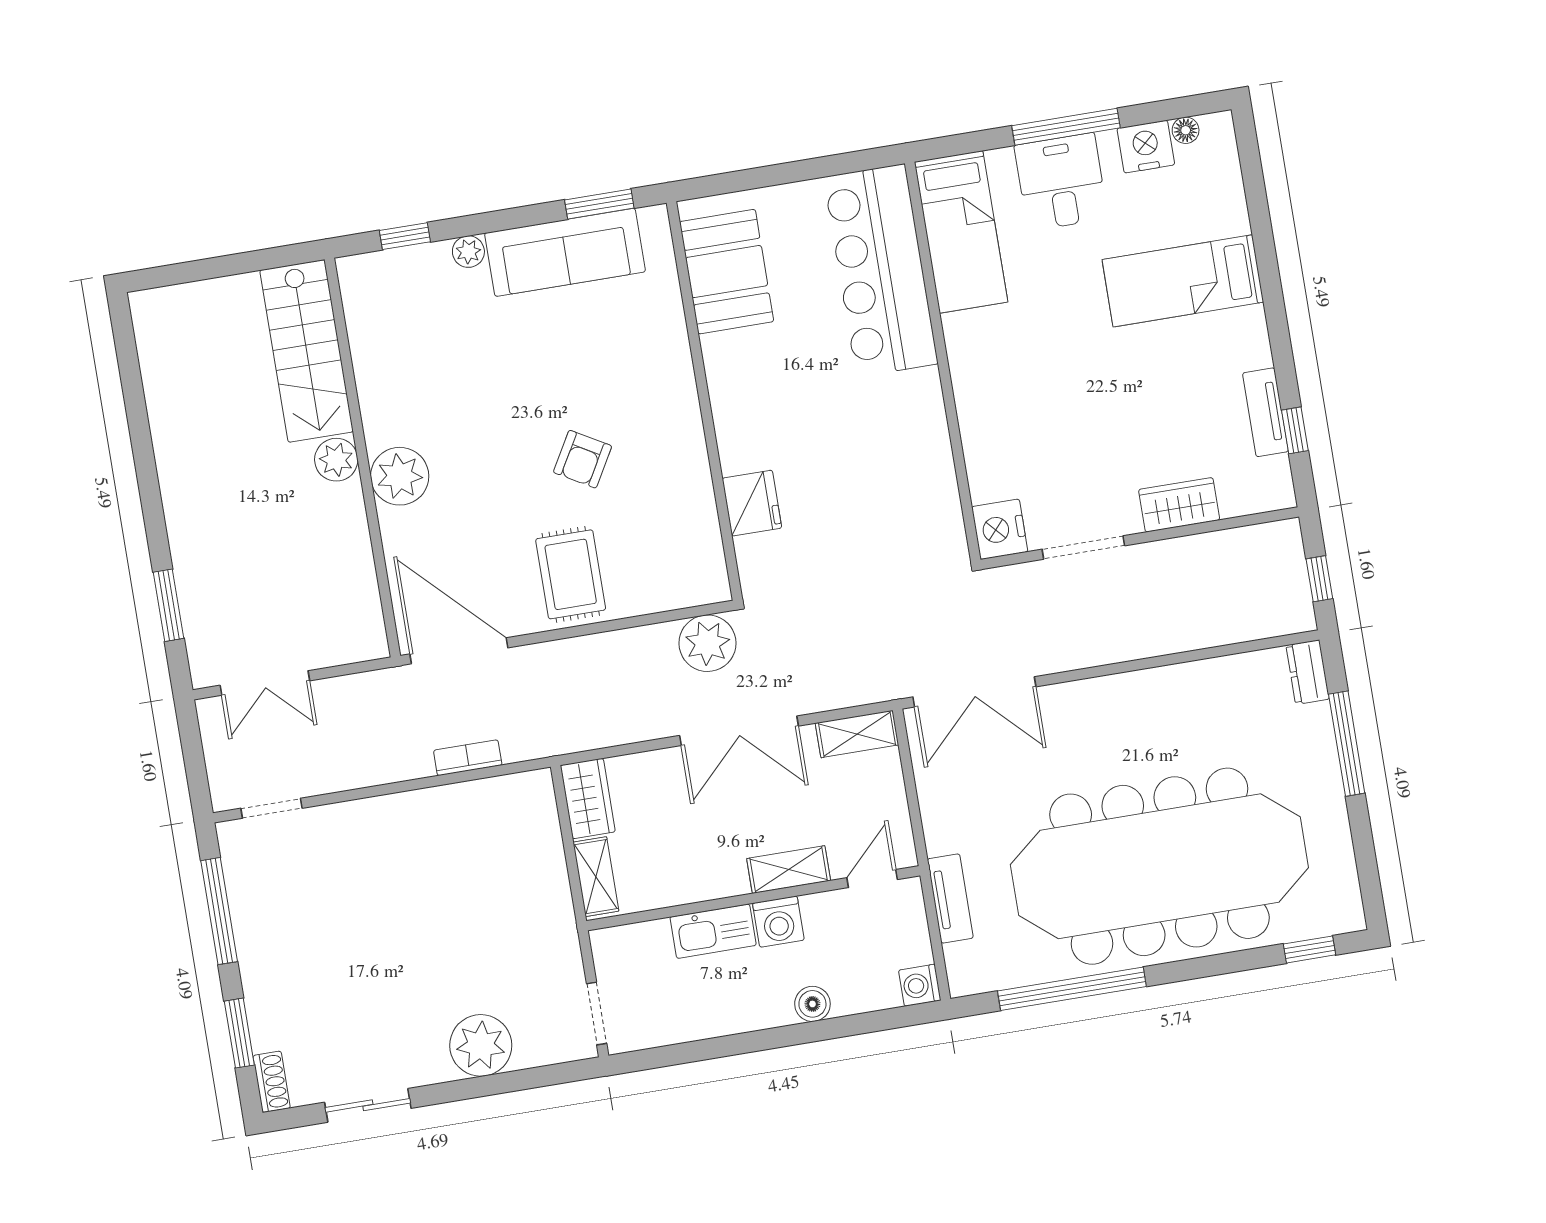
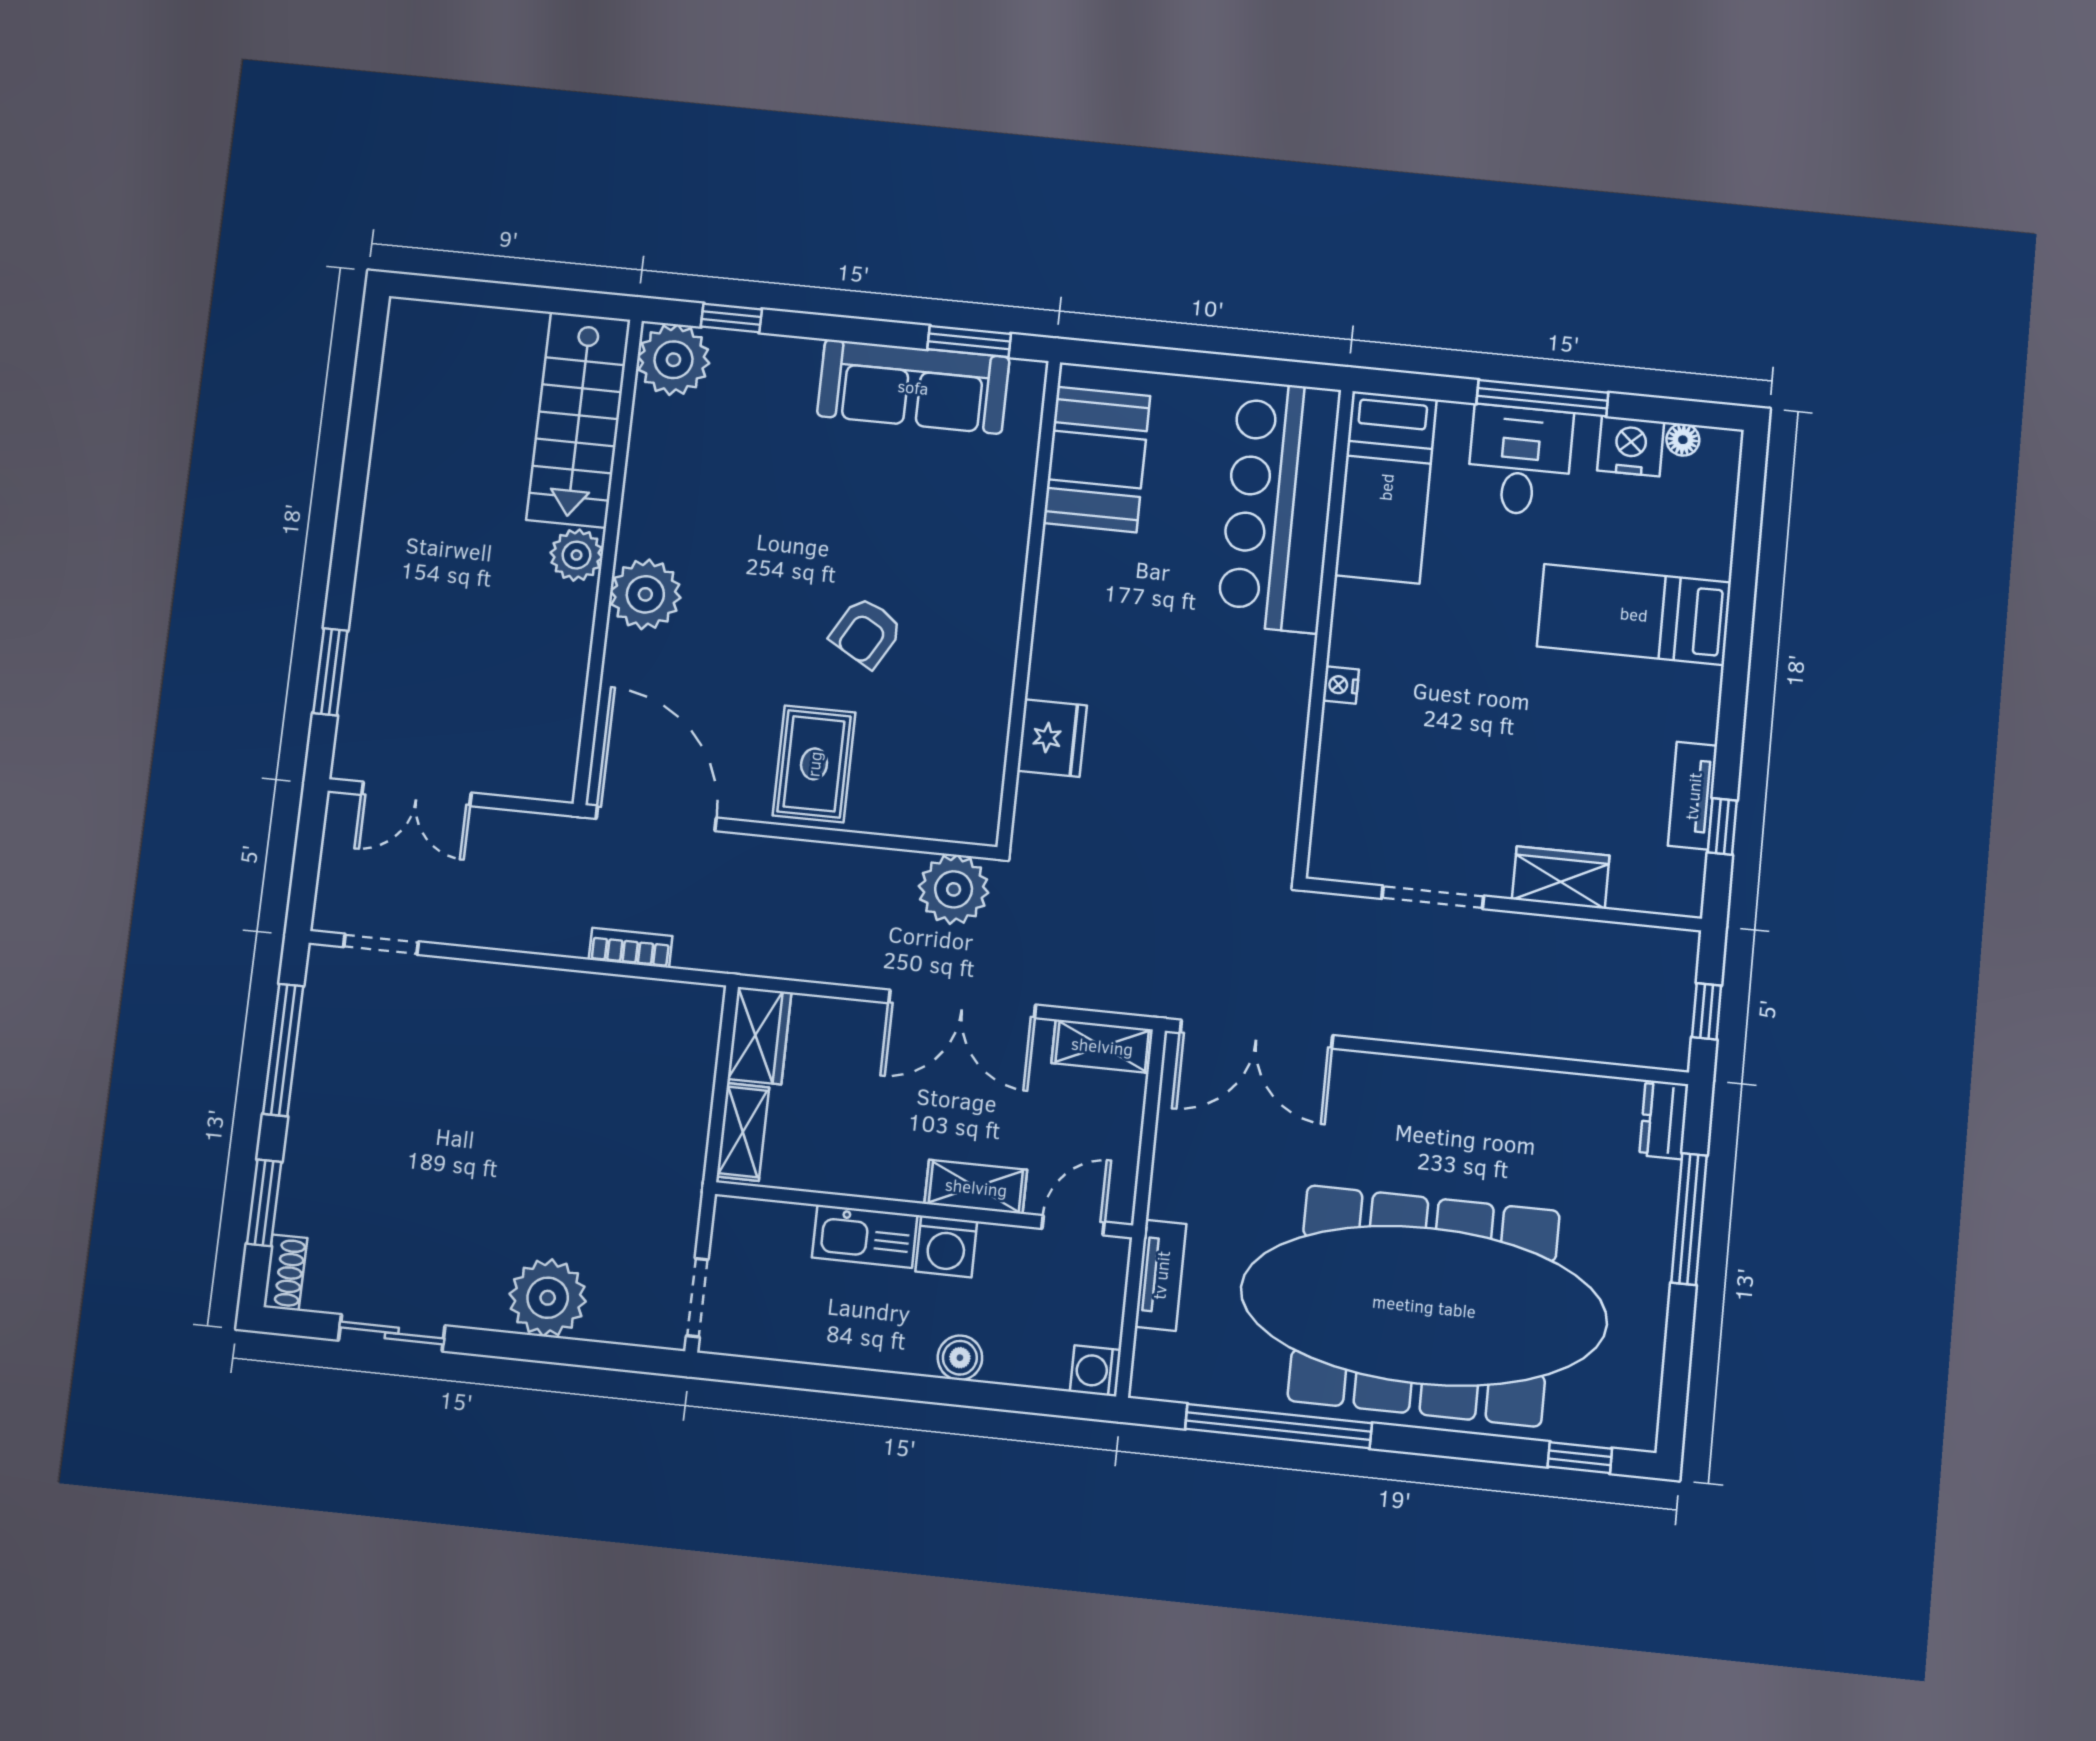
plant: (468, 252) -> (673, 360), moved, width x1.88, depth x1.88
nightstand: (1000, 529) -> (1341, 685), moved, width x0.53, depth x0.56

